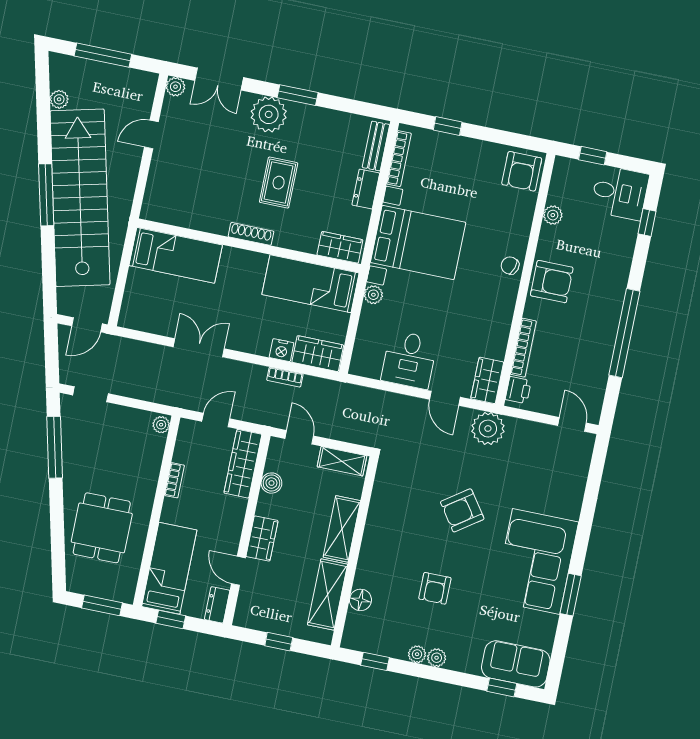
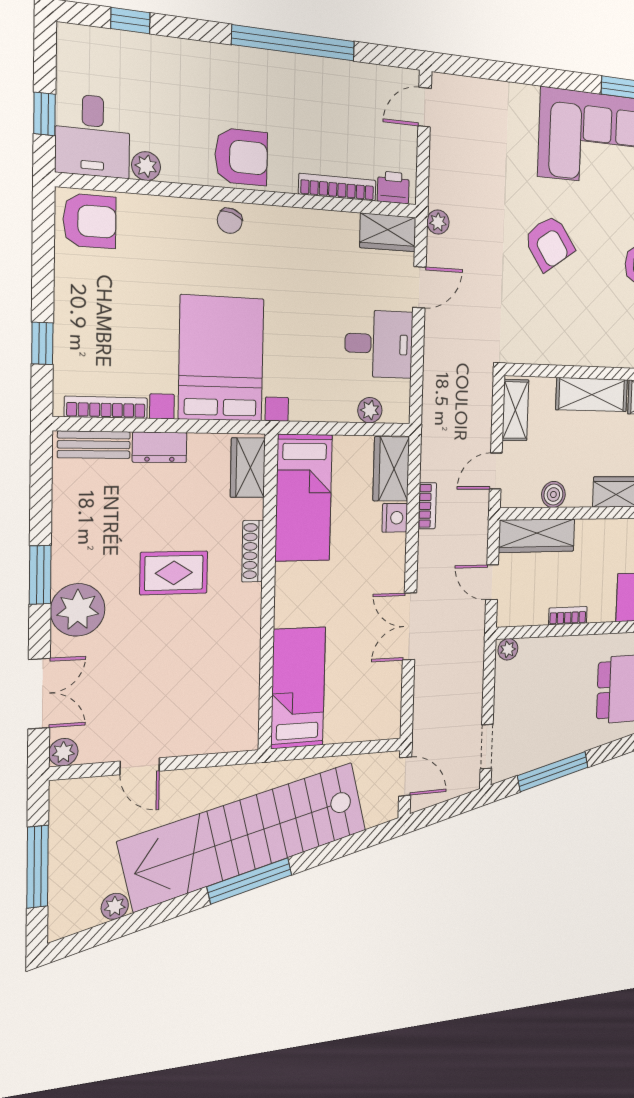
desk: (620, 193) -> (93, 136), moved, turned 180
shoe rack: (251, 234) -> (253, 551), moved
armchair: (552, 282) -> (241, 157), turned 90
plant: (373, 295) -> (370, 410), moved
plant: (488, 429) -> (438, 222), width x0.53, depth x0.53

